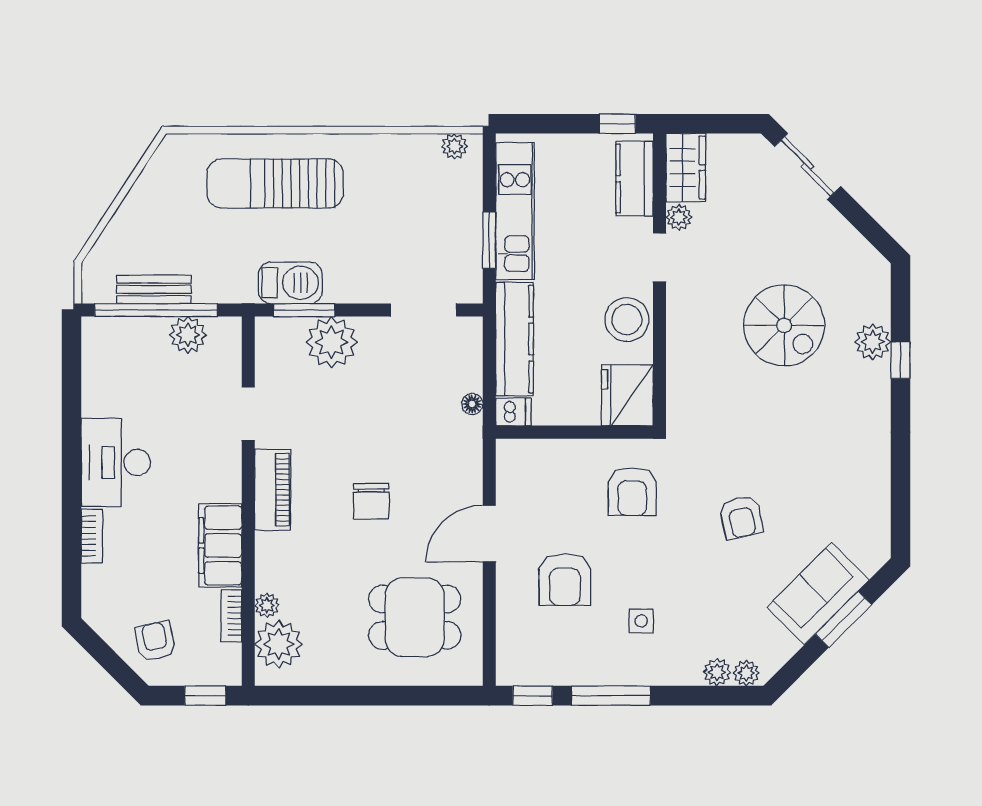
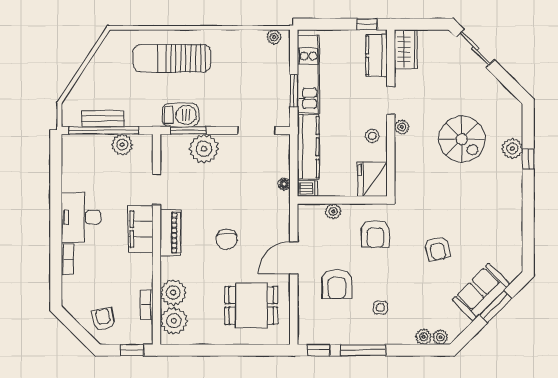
plant: (679, 217) -> (402, 127), moved
stool: (627, 320) -> (372, 136), width x0.53, depth x0.53
plant: (558, 452) -> (333, 211), added
filing cabinet: (220, 546) -> (141, 229), moved
plant: (267, 605) -> (173, 293), width x1.88, depth x1.88

